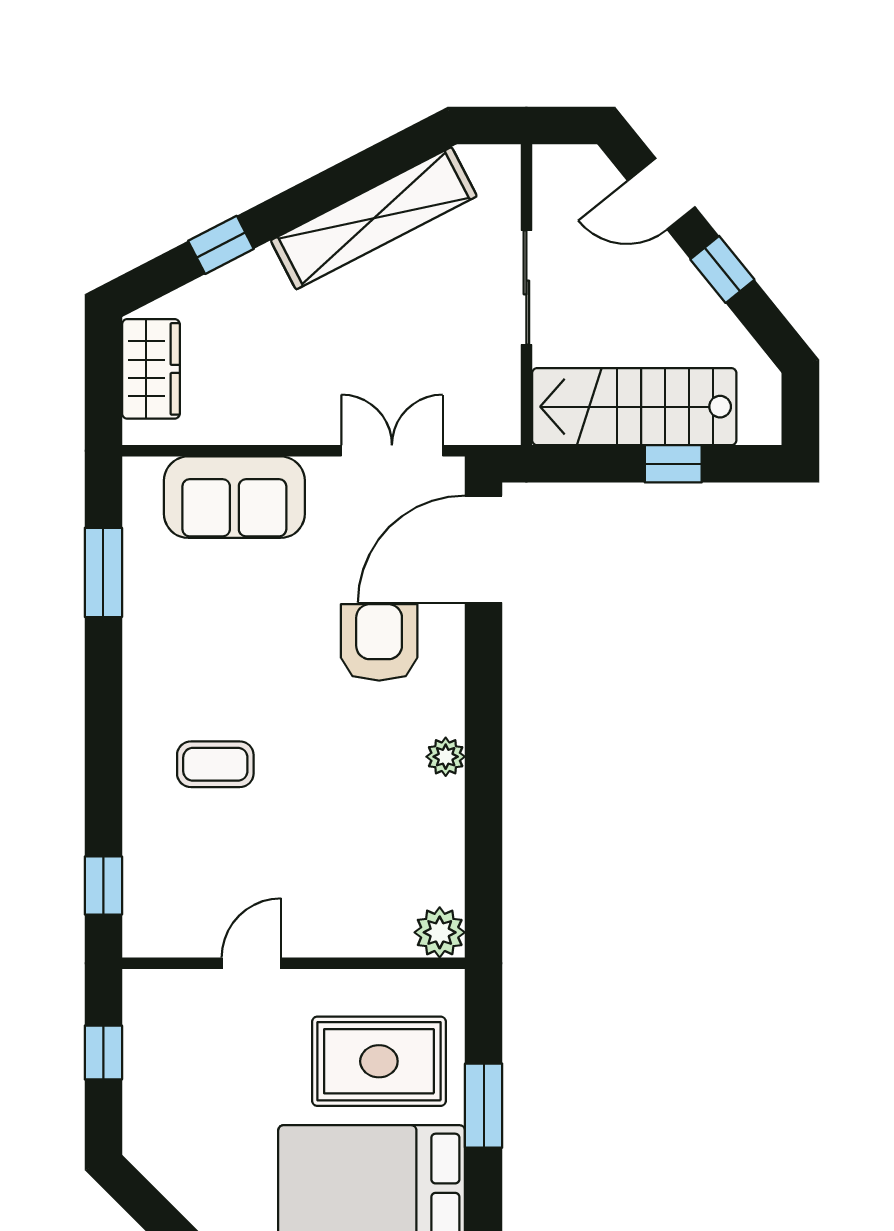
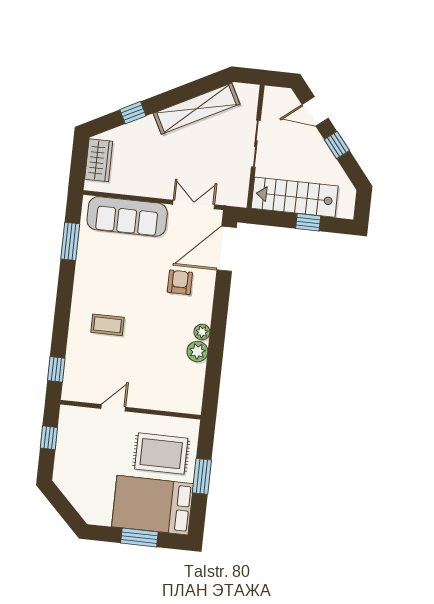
sofa: (234, 497) -> (127, 216), width x1.36
armchair: (379, 642) -> (180, 282), width x0.72, depth x0.72
plant: (440, 932) -> (197, 351), moved

